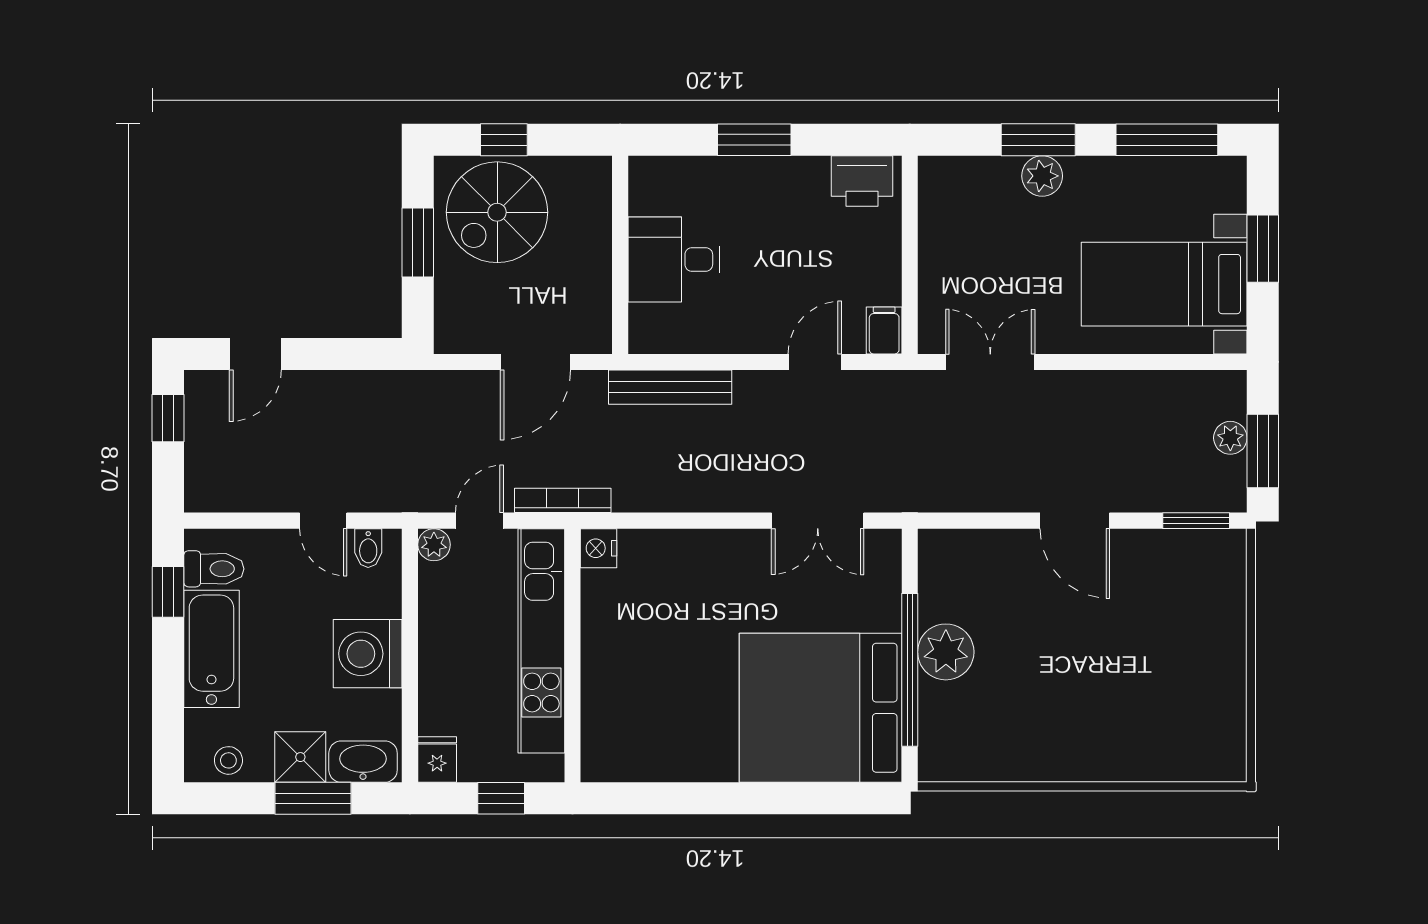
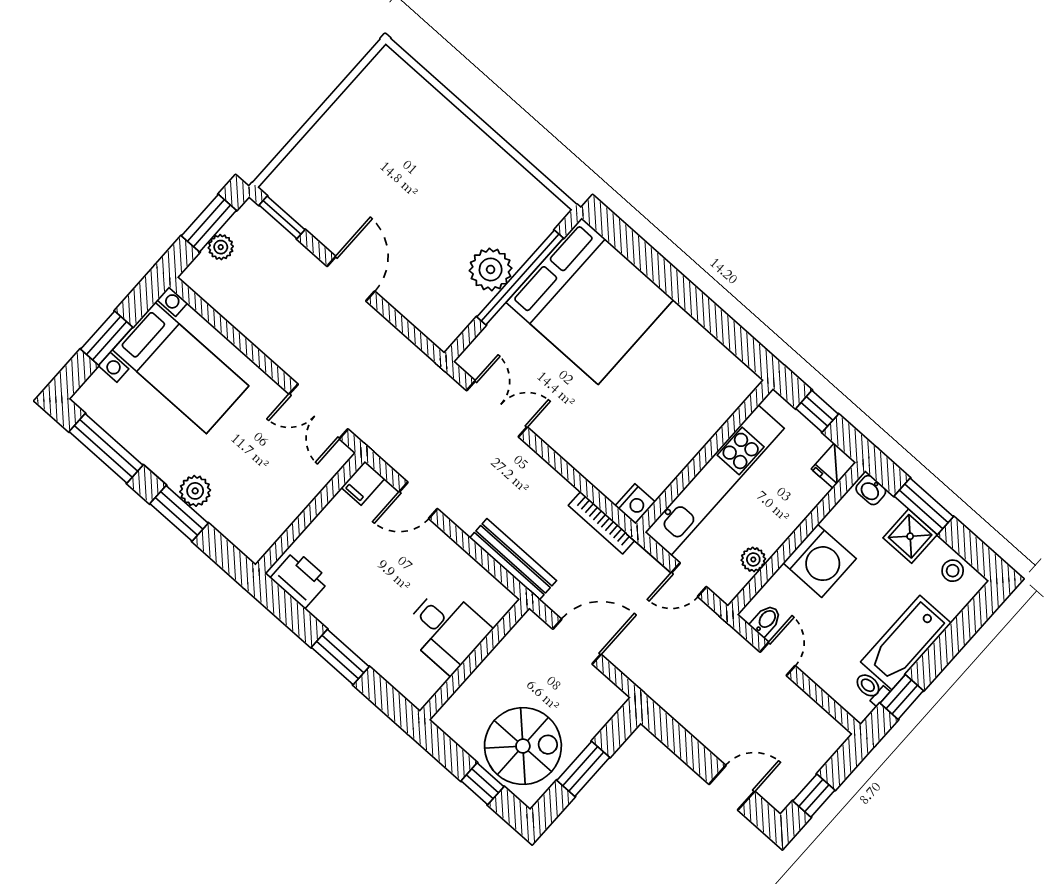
bookcase: (563, 500) -> (602, 523), moved
plant: (434, 545) -> (753, 559), moved
toilet: (214, 569) -> (871, 688), width x0.73, depth x0.72
washbasin: (363, 762) -> (871, 490), width x0.52, depth x0.69

